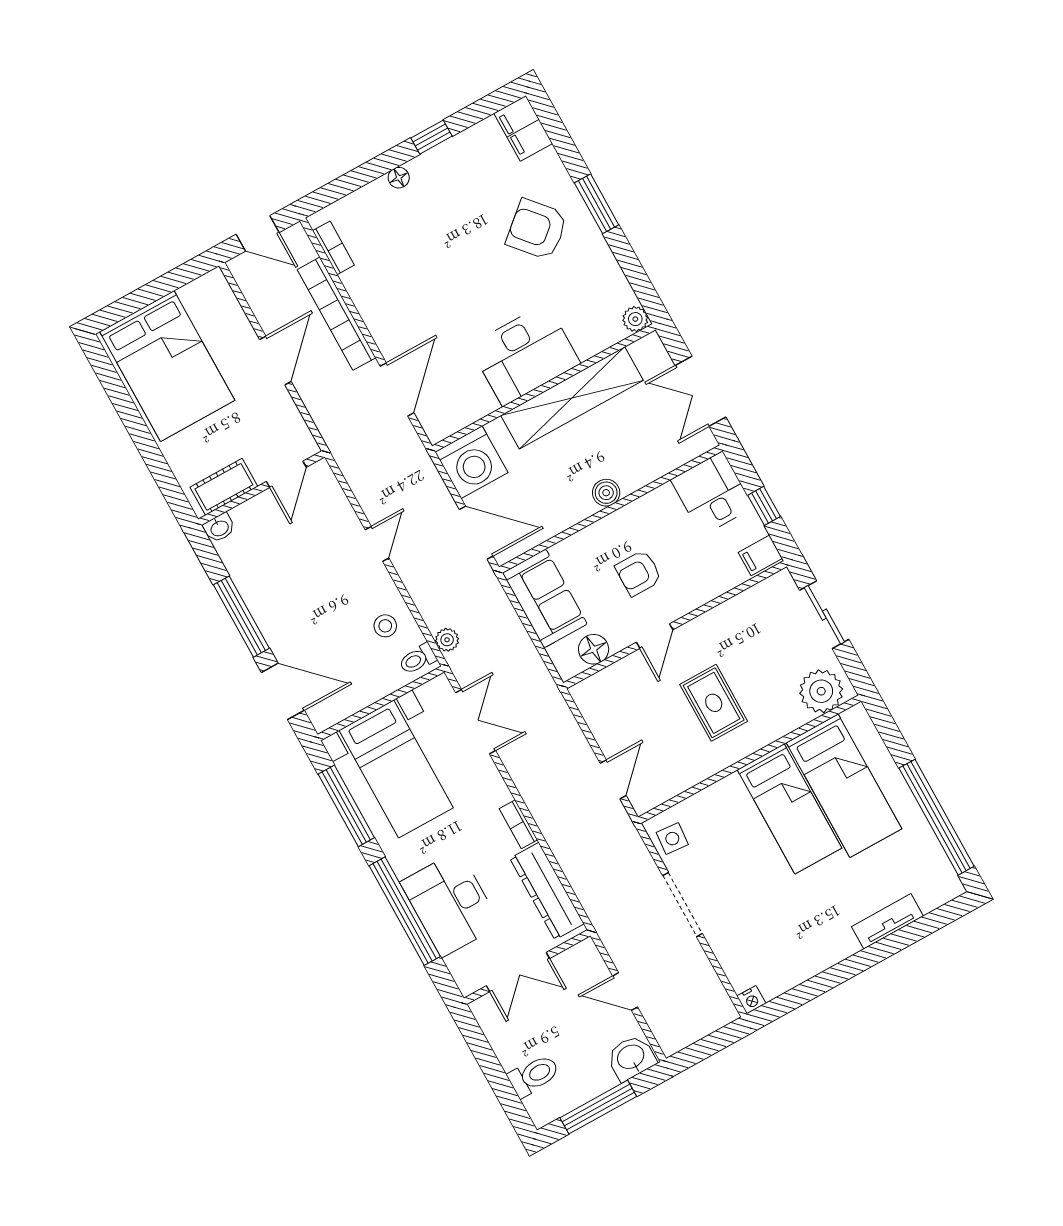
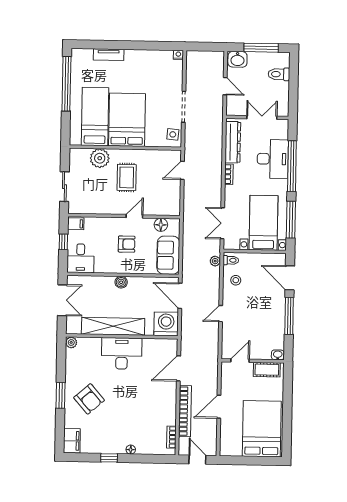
plant: (821, 691) -> (100, 158), moved
bed: (790, 809) -> (127, 120), width x1.50

